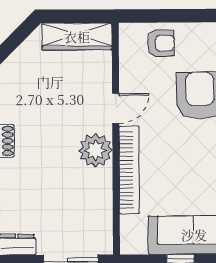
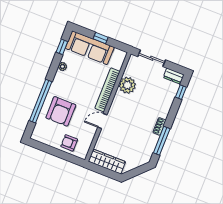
plant: (96, 150) -> (127, 85), moved

